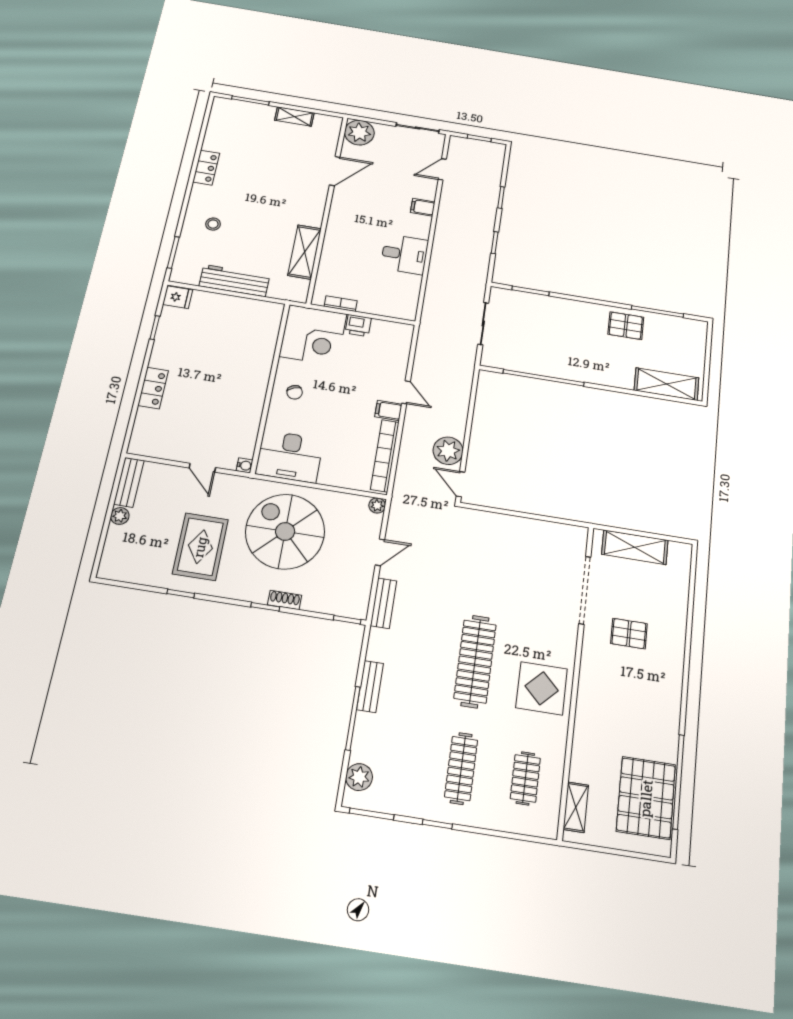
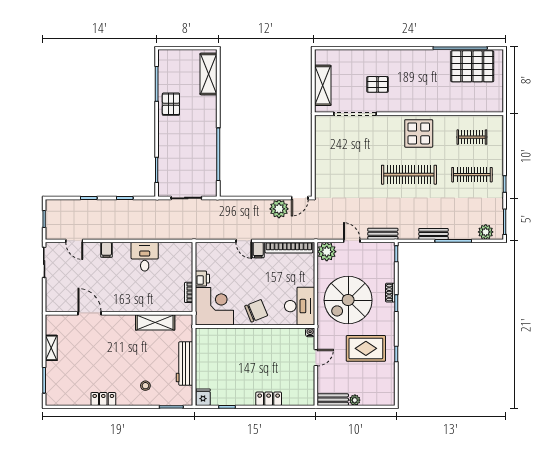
plant: (359, 133) -> (56, 302), removed
chair: (295, 392) -> (256, 311), width x1.87, depth x1.87
door: (406, 392) -> (244, 241), swing flipped
plant: (377, 505) -> (327, 252), width x1.88, depth x1.88
pallet: (629, 634) -> (378, 84), turned 90
shelving: (576, 807) -> (484, 106), removed

